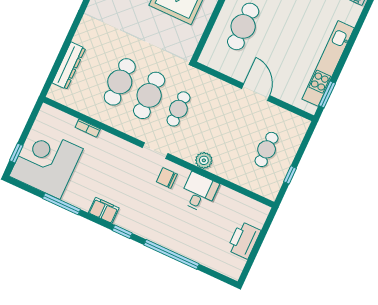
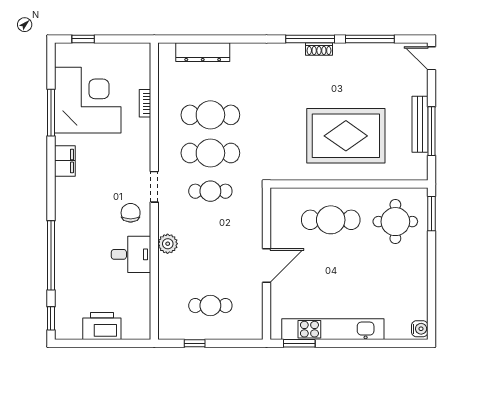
corner desk: (46, 162) -> (88, 100), moved
window: (122, 232) -> (51, 318), moved

